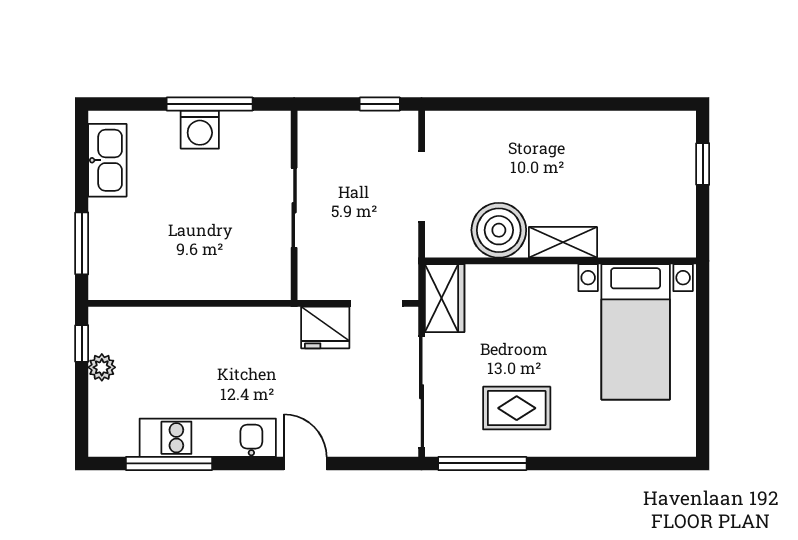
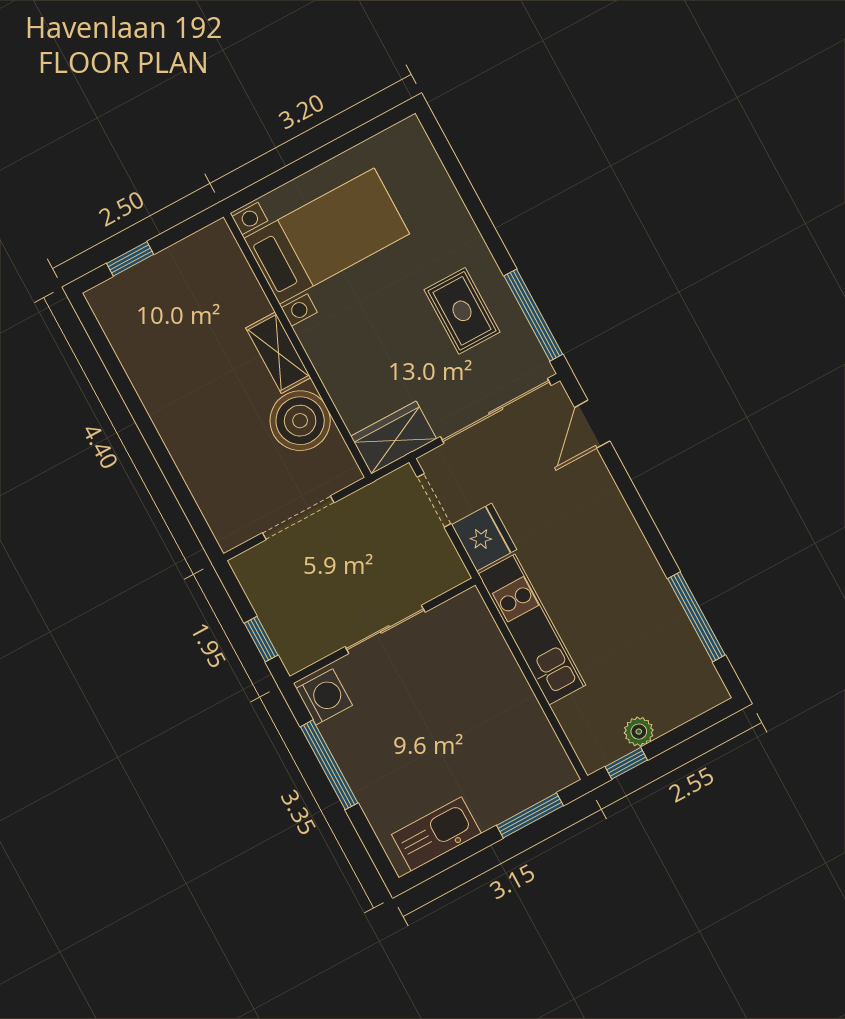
window: (380, 104) -> (261, 639), moved
washing machine: (200, 130) -> (324, 697), moved
kitchen unit: (208, 438) -> (532, 630), moved, turned 180
door: (305, 463) -> (592, 424), moved

